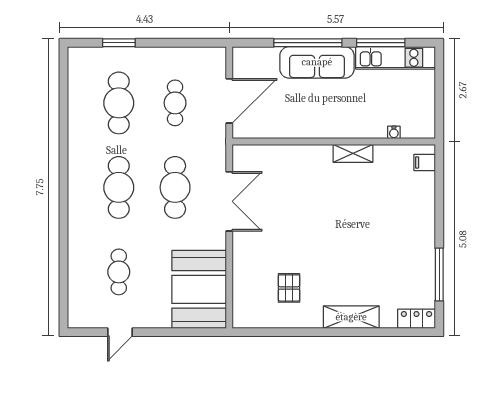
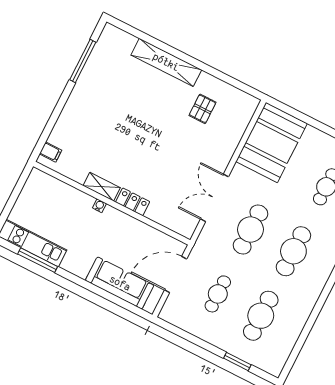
window: (308, 43) -> (93, 288), removed
sofa: (317, 62) -> (120, 283), moved
water cooler: (394, 132) -> (99, 206), moved
shelving: (351, 317) -> (166, 62), width x1.47
locker: (416, 319) -> (133, 202), moved, turned 180

